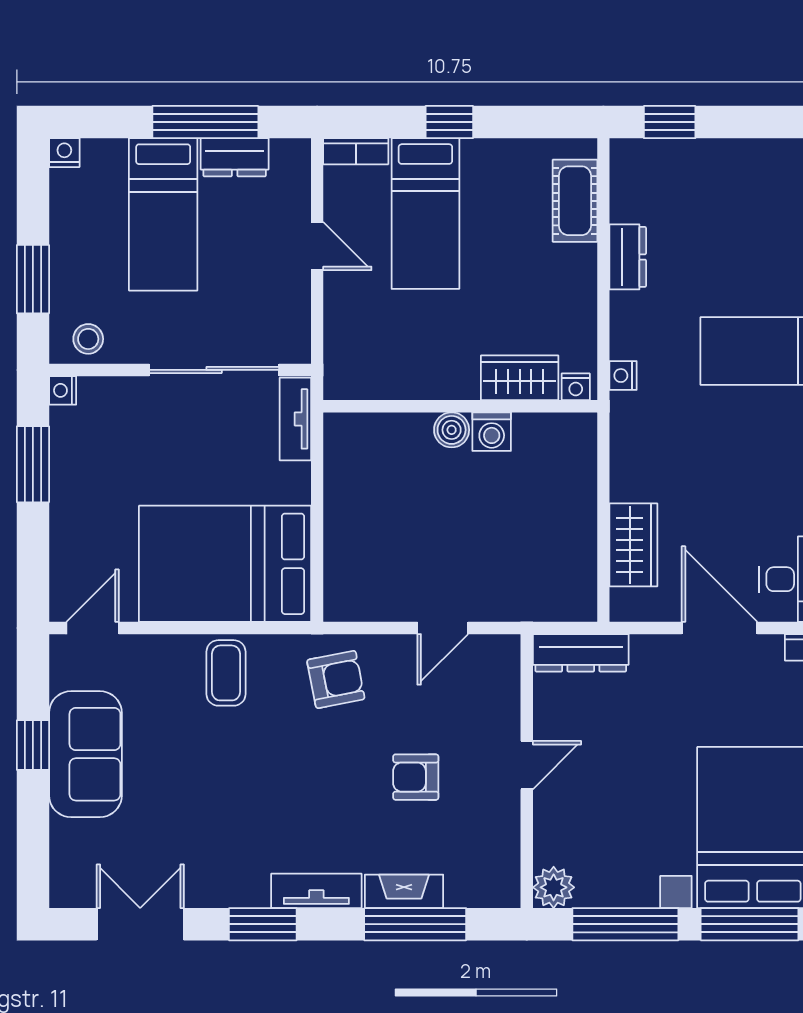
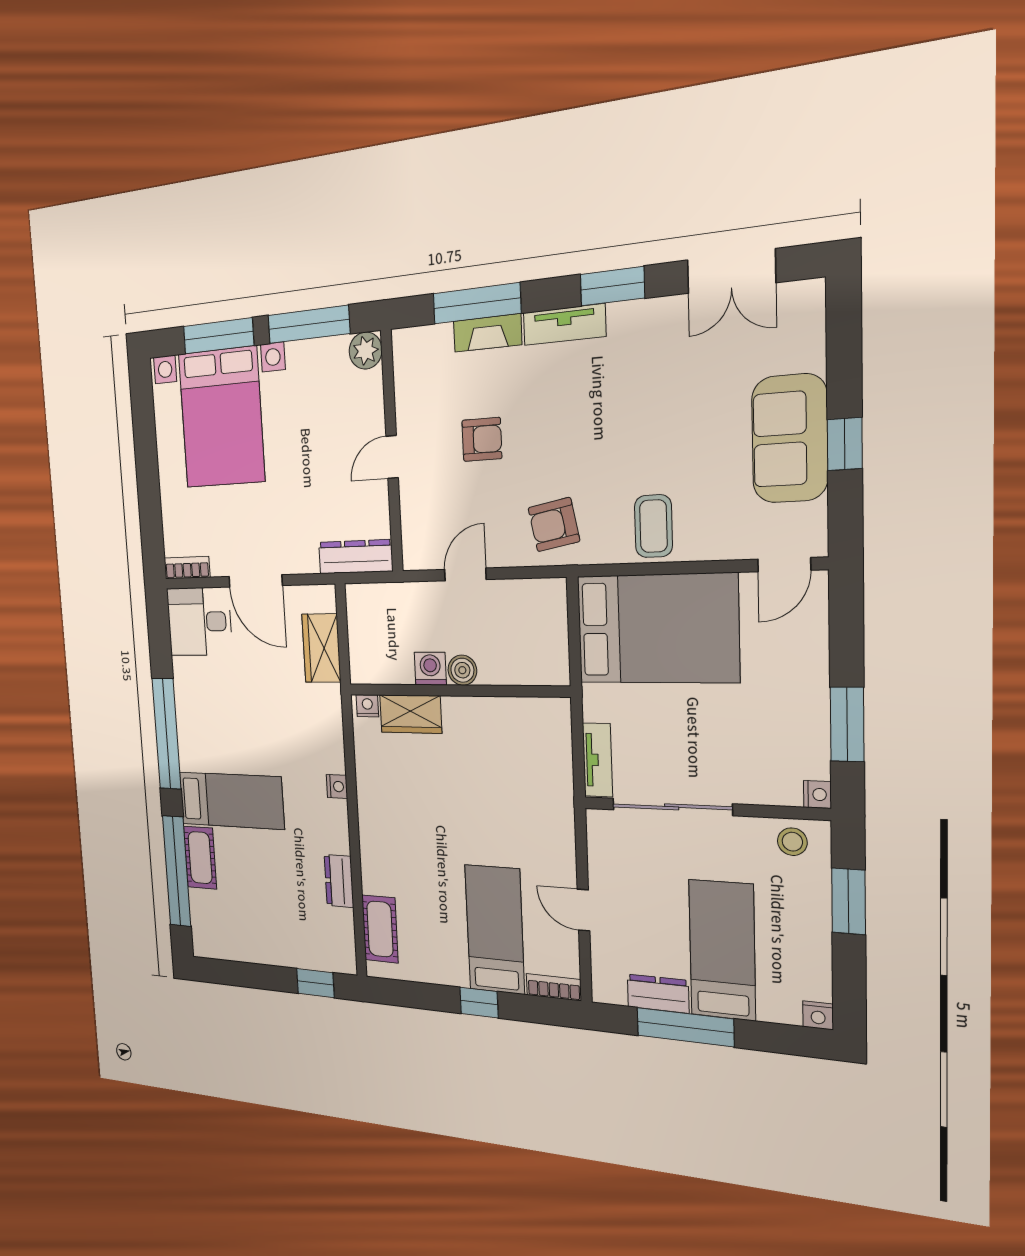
wardrobe: (520, 378) -> (411, 714), moved
nightstand: (576, 387) -> (367, 706), moved
wall: (460, 406) -> (456, 691), moved
boiler: (452, 430) -> (462, 670), moved
washing machine: (492, 432) -> (430, 669), moved

